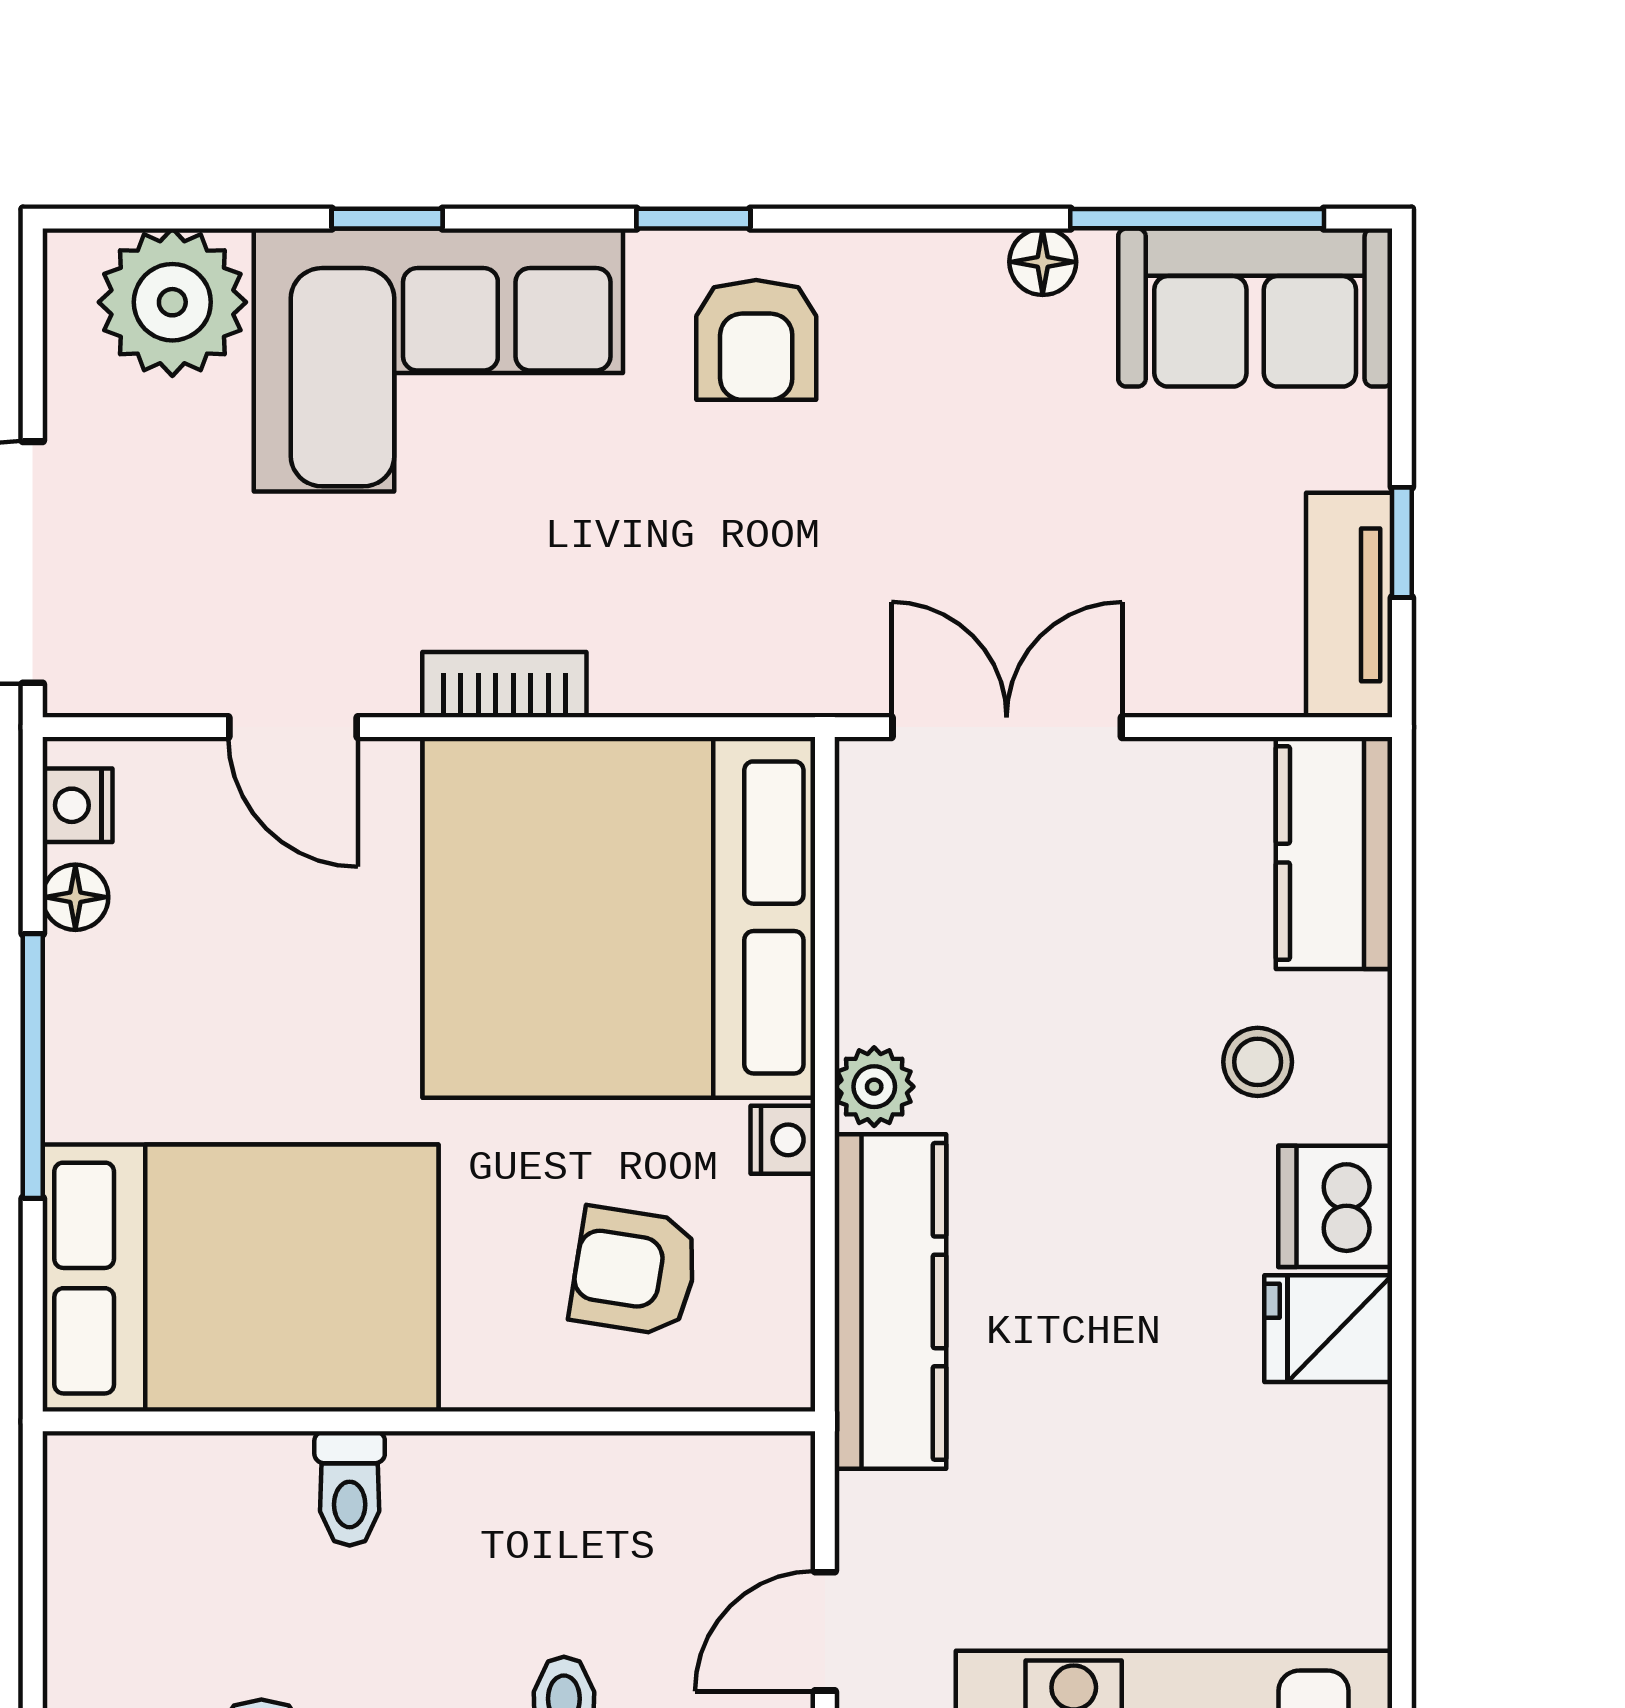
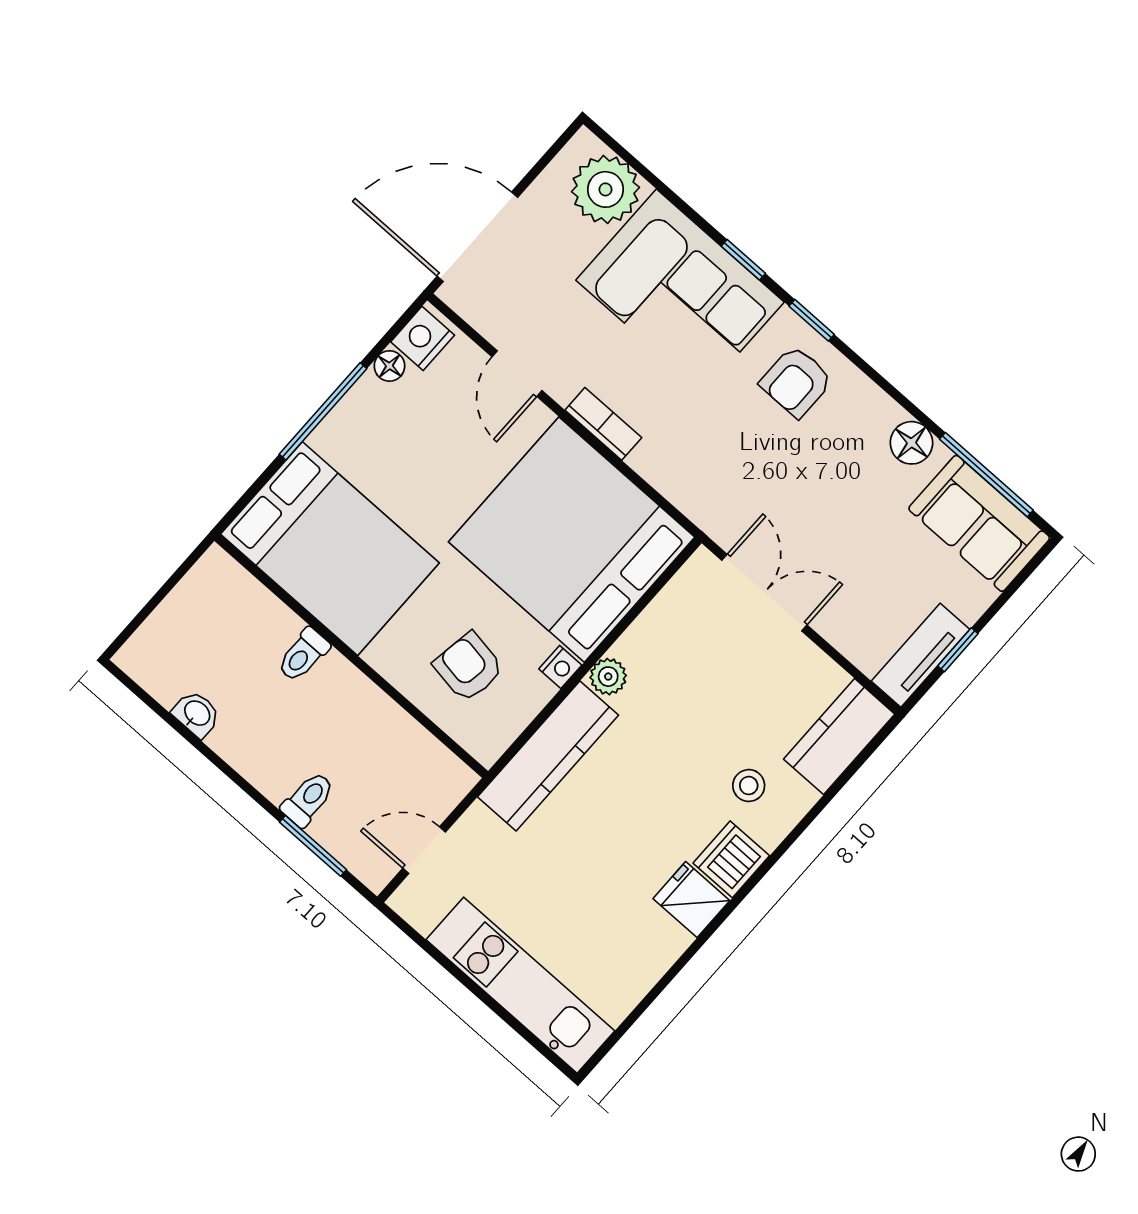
window: (387, 219) -> (743, 260), moved
floor lamp: (1043, 262) -> (911, 443), width x1.37, depth x1.37
nightstand: (77, 805) -> (423, 338), width x1.39, depth x1.35

